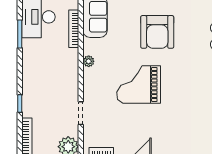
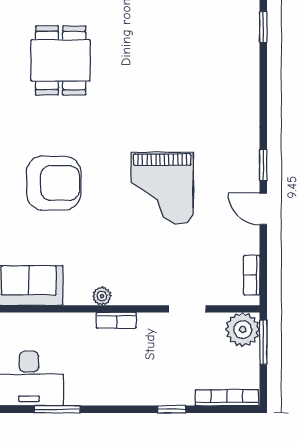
bookcase: (74, 29) -> (116, 320), moved, width x0.64
grand piano: (139, 84) -> (162, 188), moved

